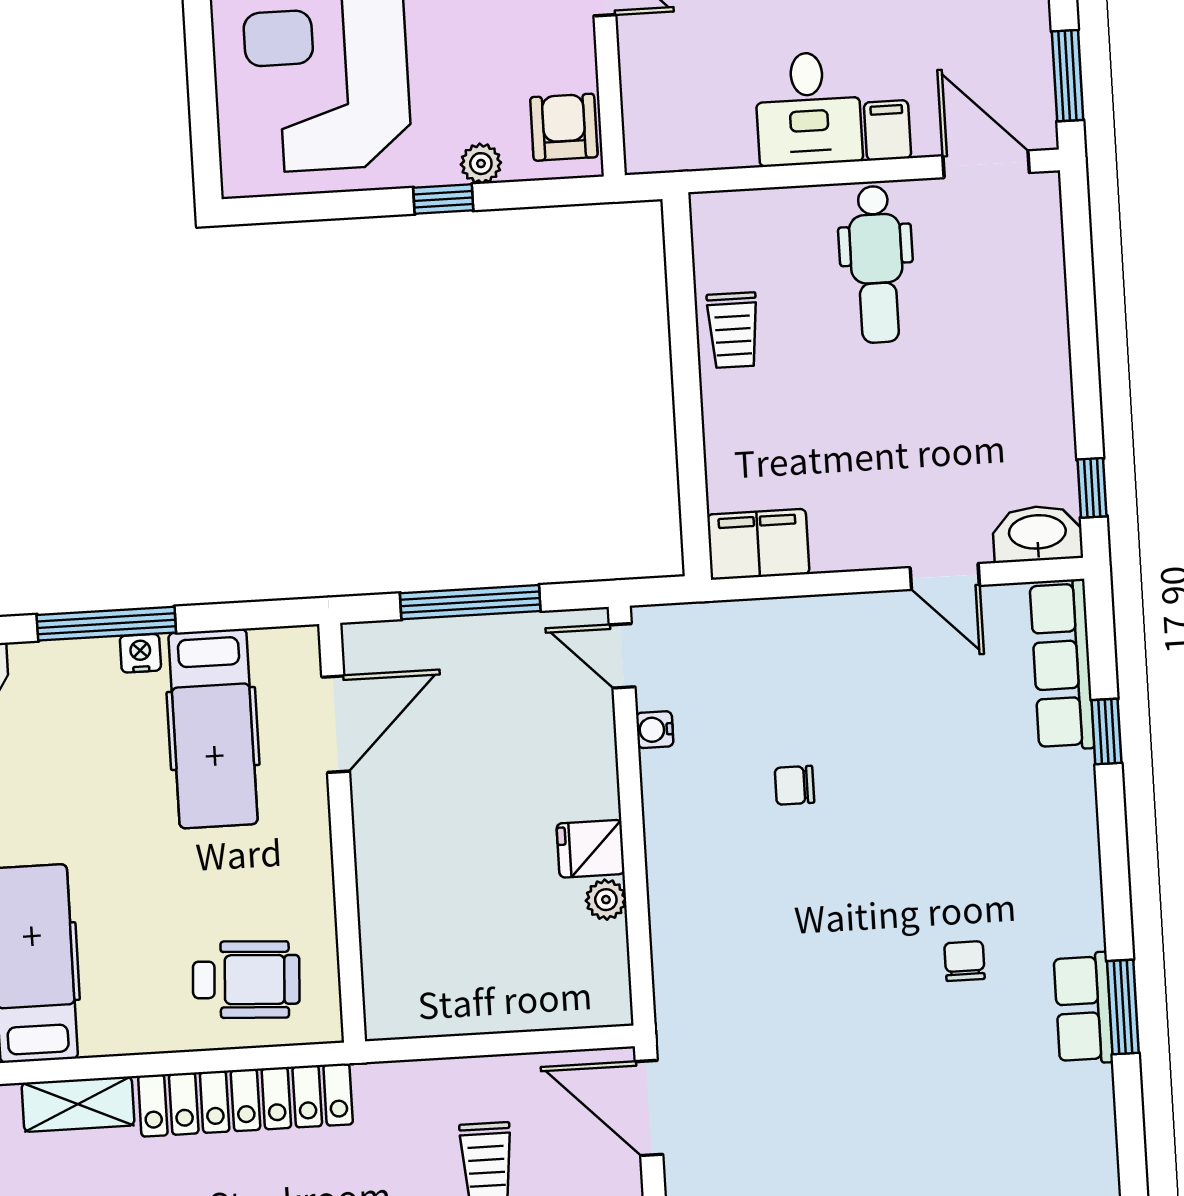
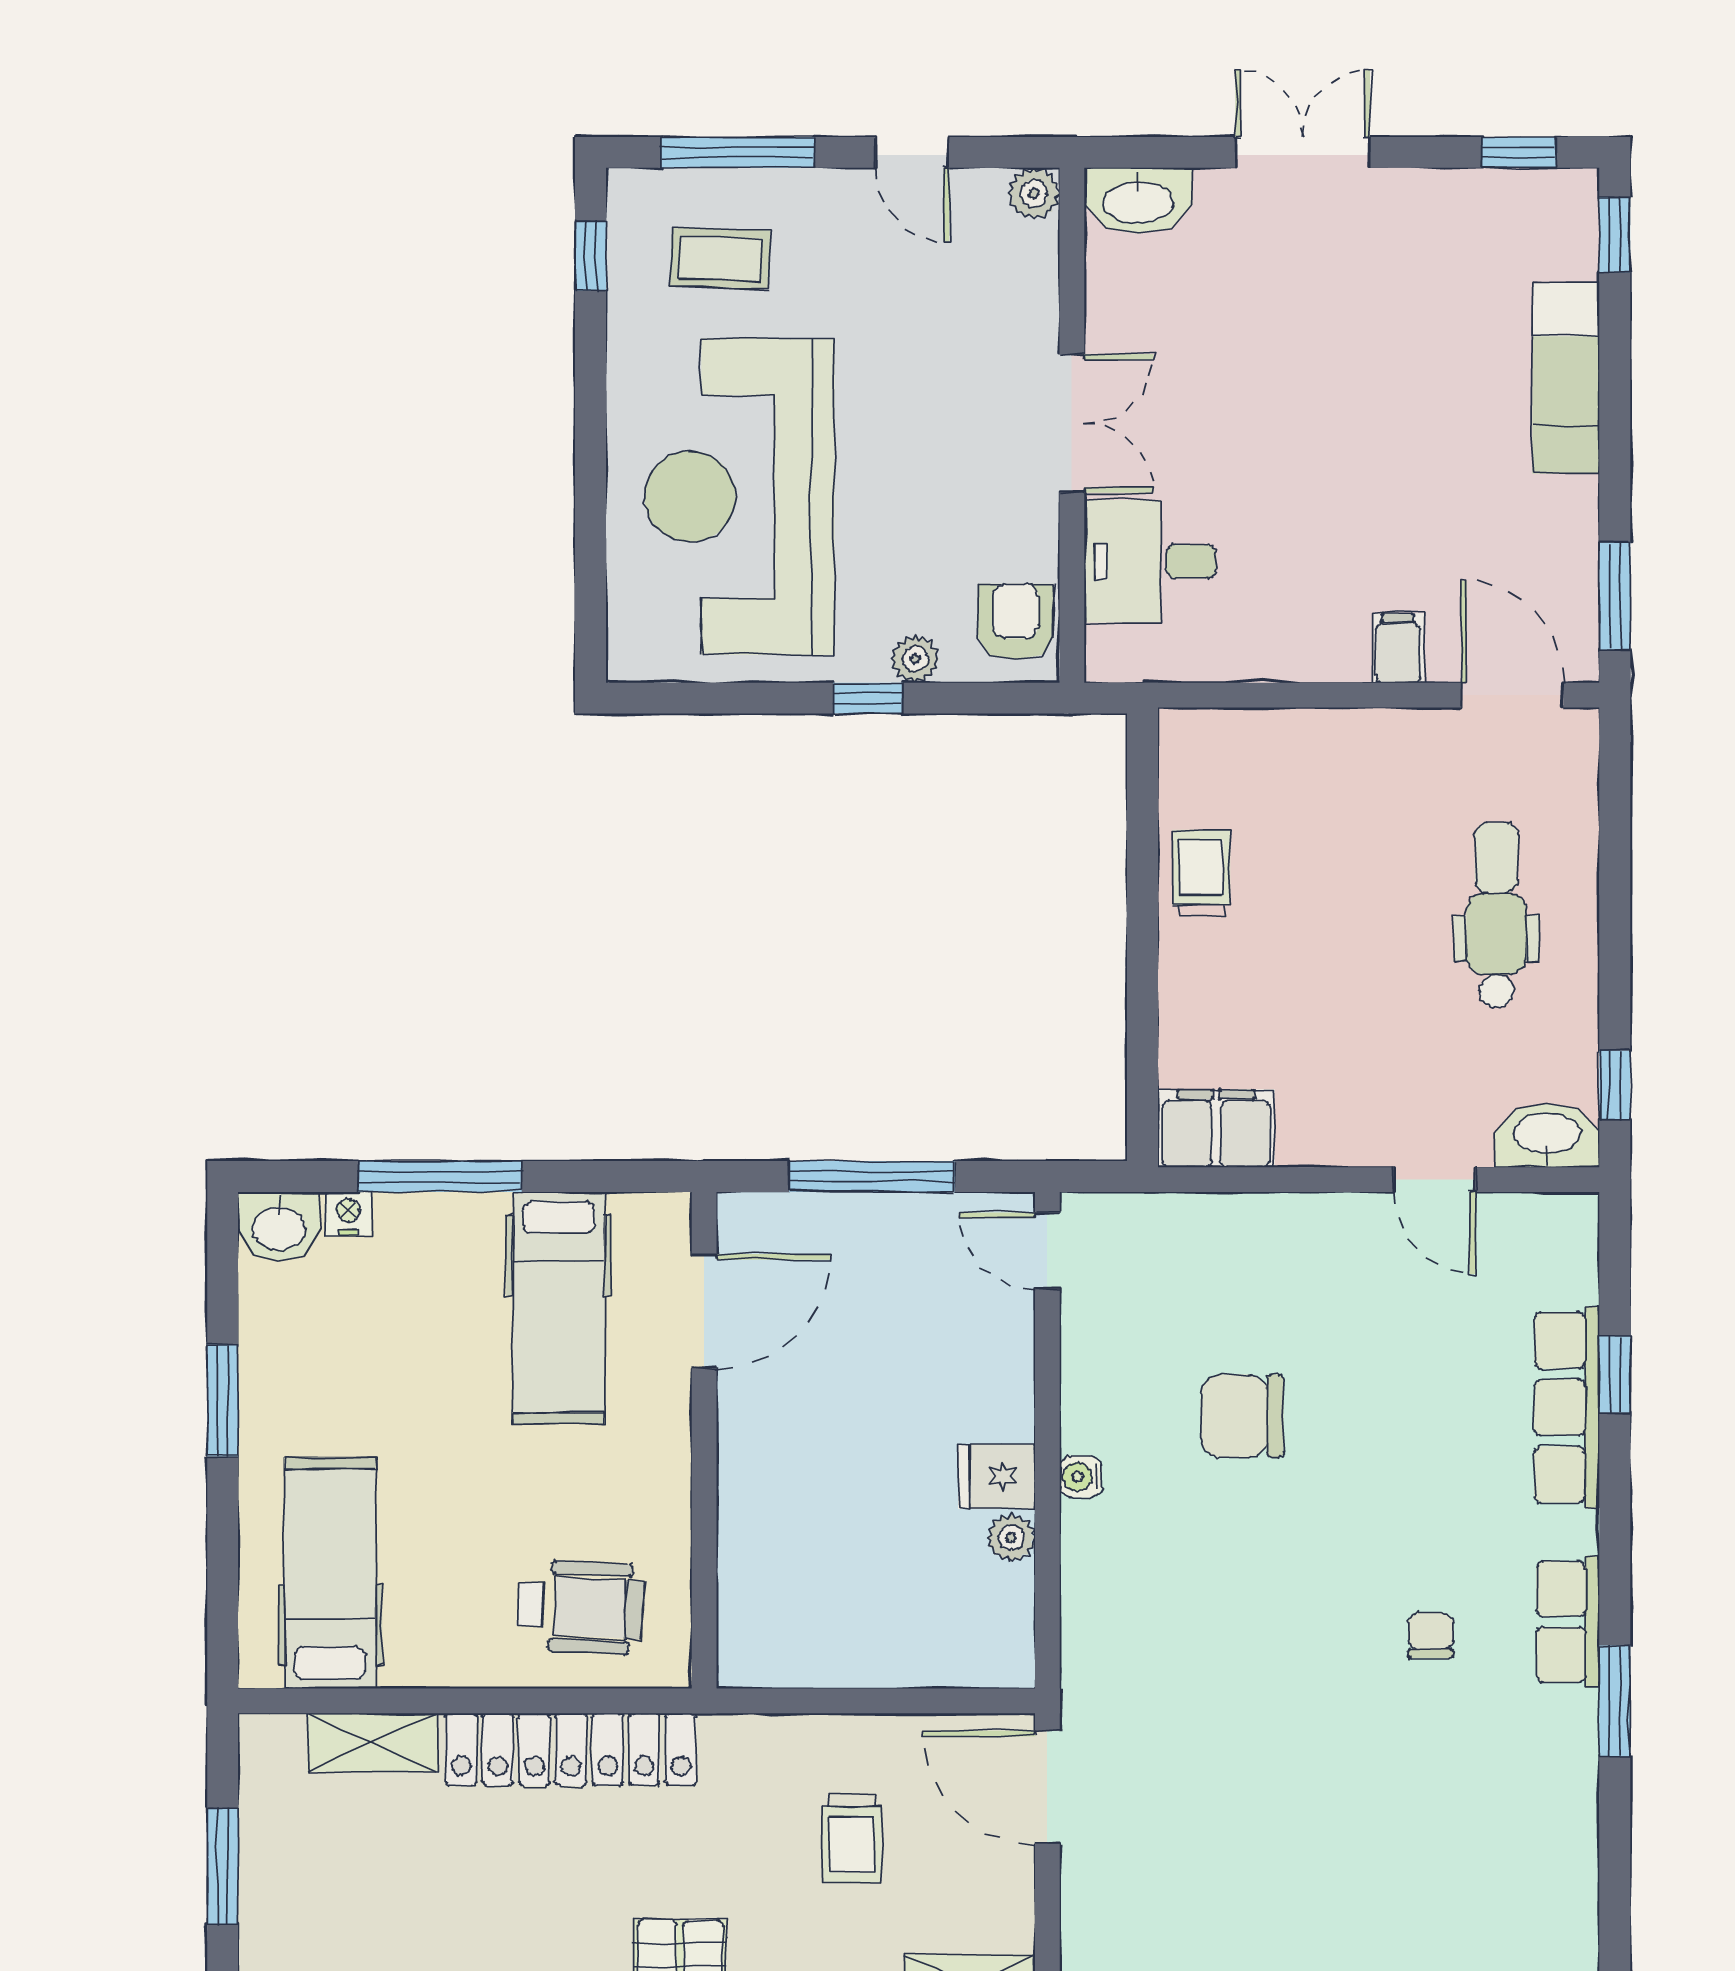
desk: (808, 109) -> (1150, 561), moved, turned 90
dental chair: (877, 264) -> (1496, 915), moved, turned 180
trolley: (733, 330) -> (1201, 873), turned 180
nightstand: (140, 653) -> (348, 1214), moved
row of seats: (1062, 665) -> (1567, 1407), moved
water cooler: (655, 730) -> (1081, 1477), moved
chair: (794, 785) -> (1242, 1416), width x1.87, depth x1.87
row of seats: (1083, 1008) -> (1568, 1622), moved

